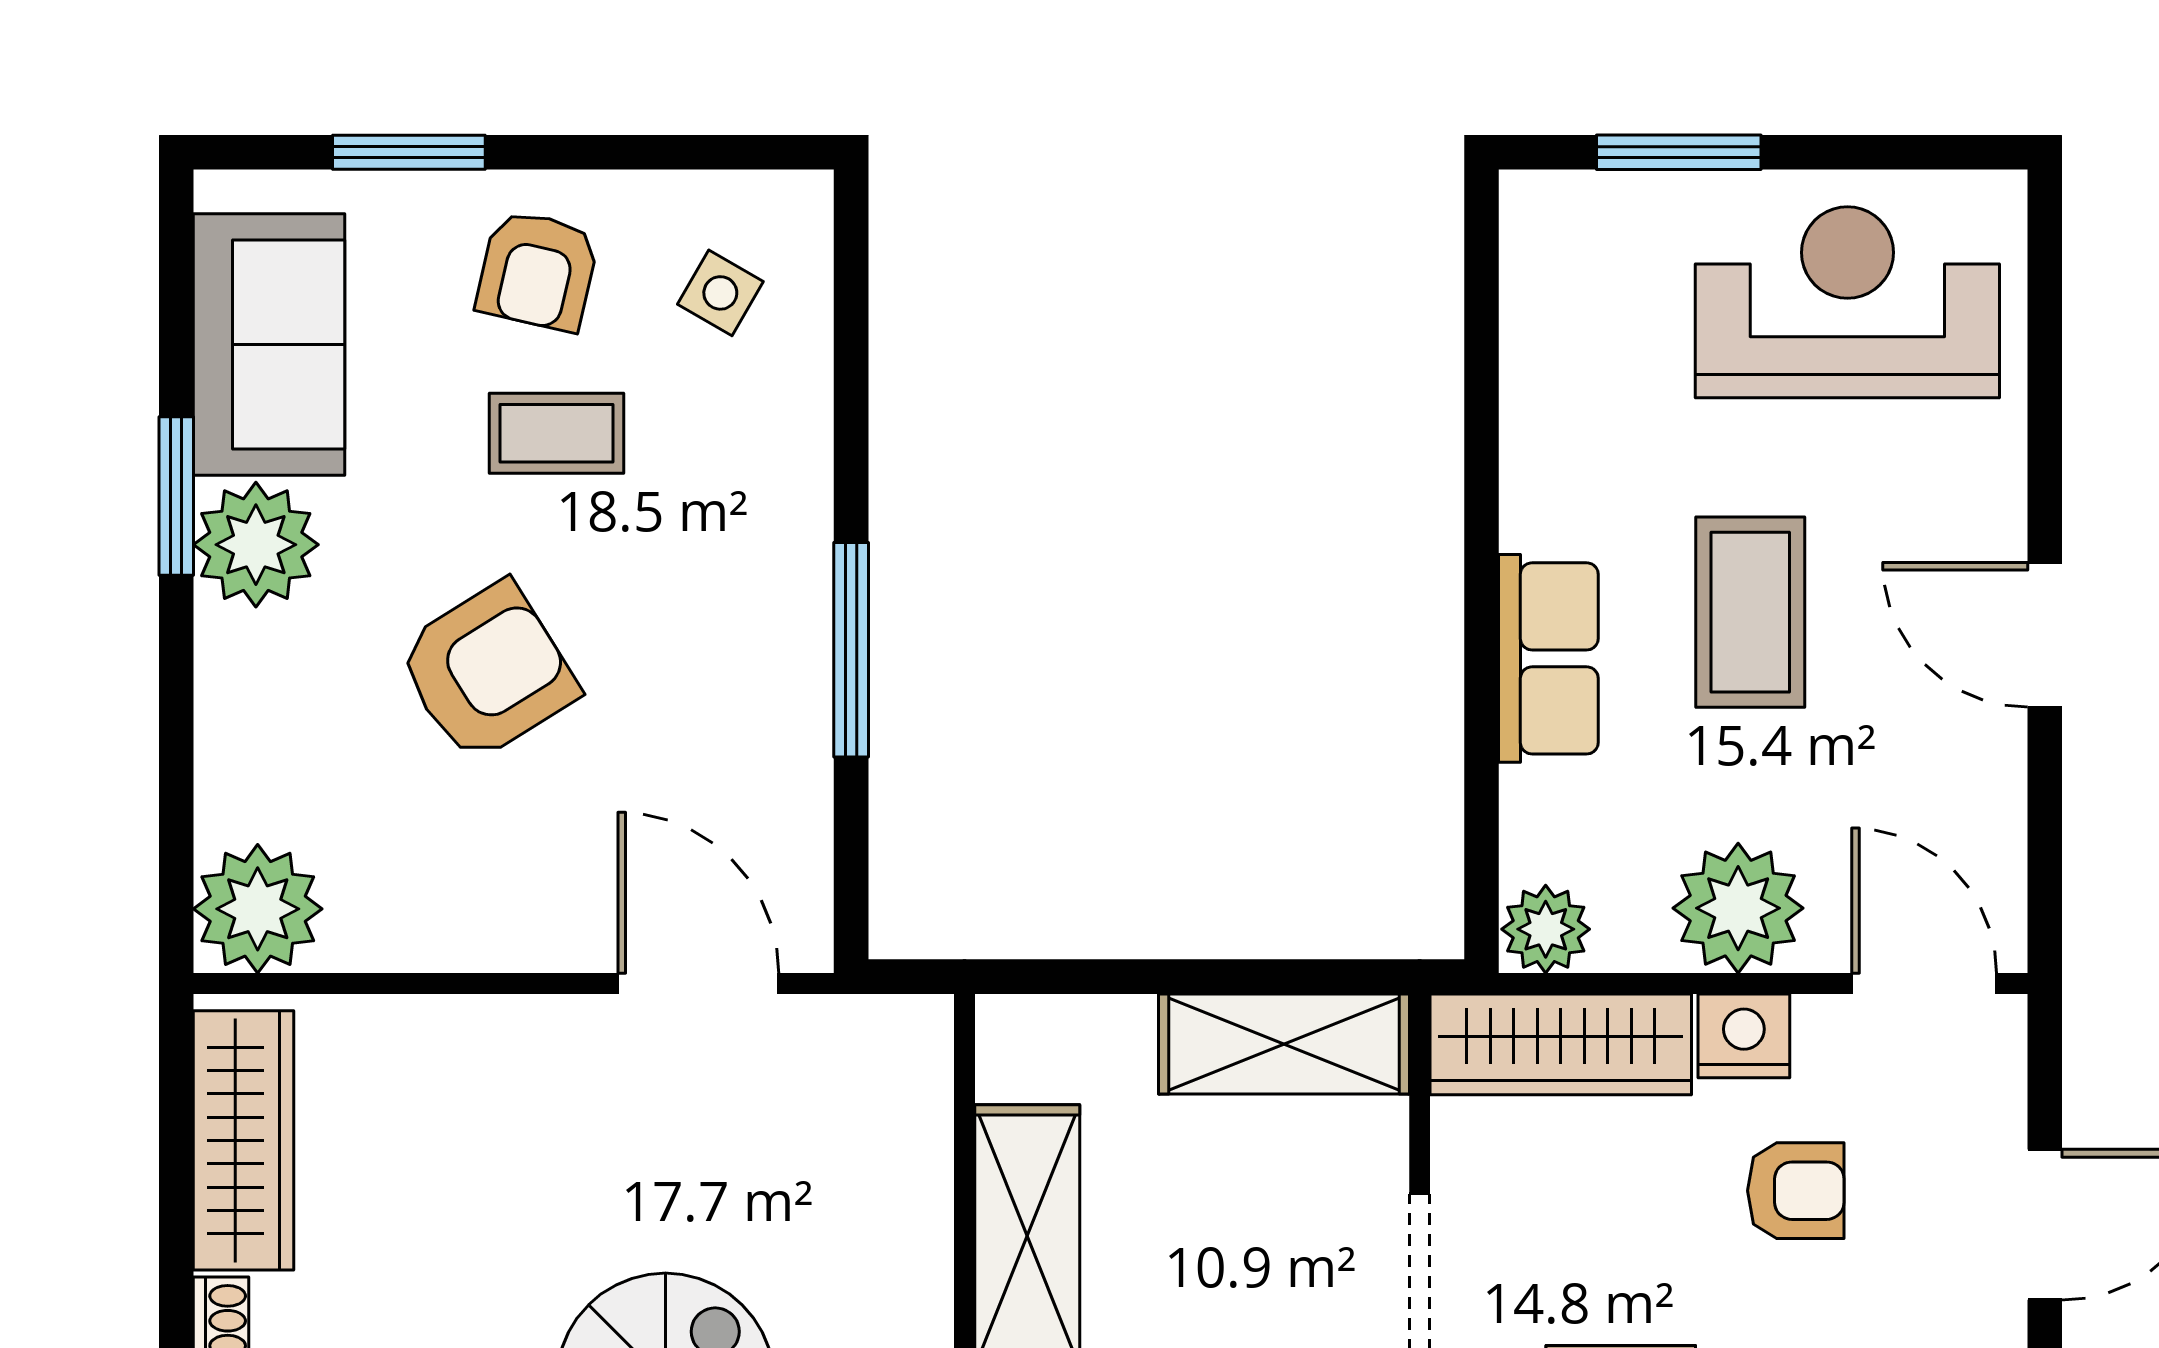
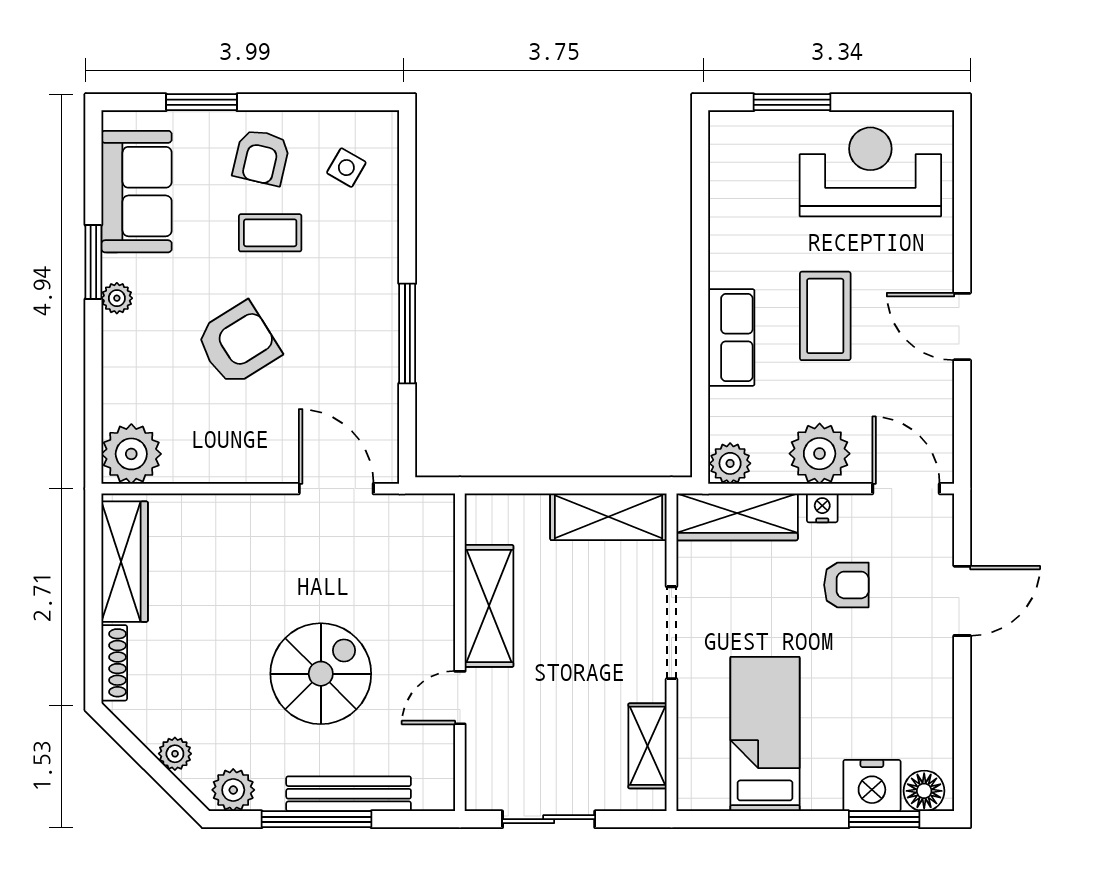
plant: (256, 545) -> (117, 298), width x0.53, depth x0.53
nightstand: (1744, 1036) -> (822, 508), width x0.72, depth x0.74

